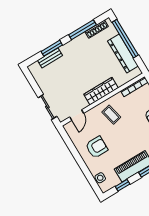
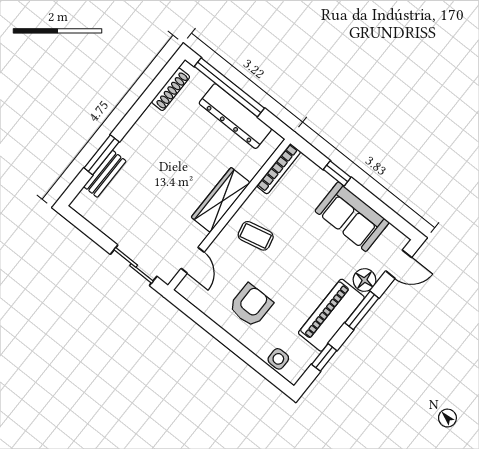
window: (82, 30) -> (145, 100), removed

